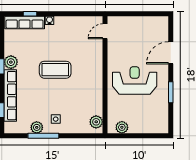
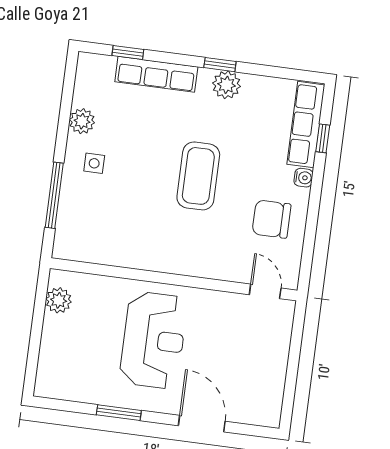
chair: (71, 33) -> (271, 219), added
row of seats: (10, 96) -> (156, 74), width x0.73
plant: (96, 122) -> (77, 248), removed
window: (43, 136) -> (54, 195), moved

